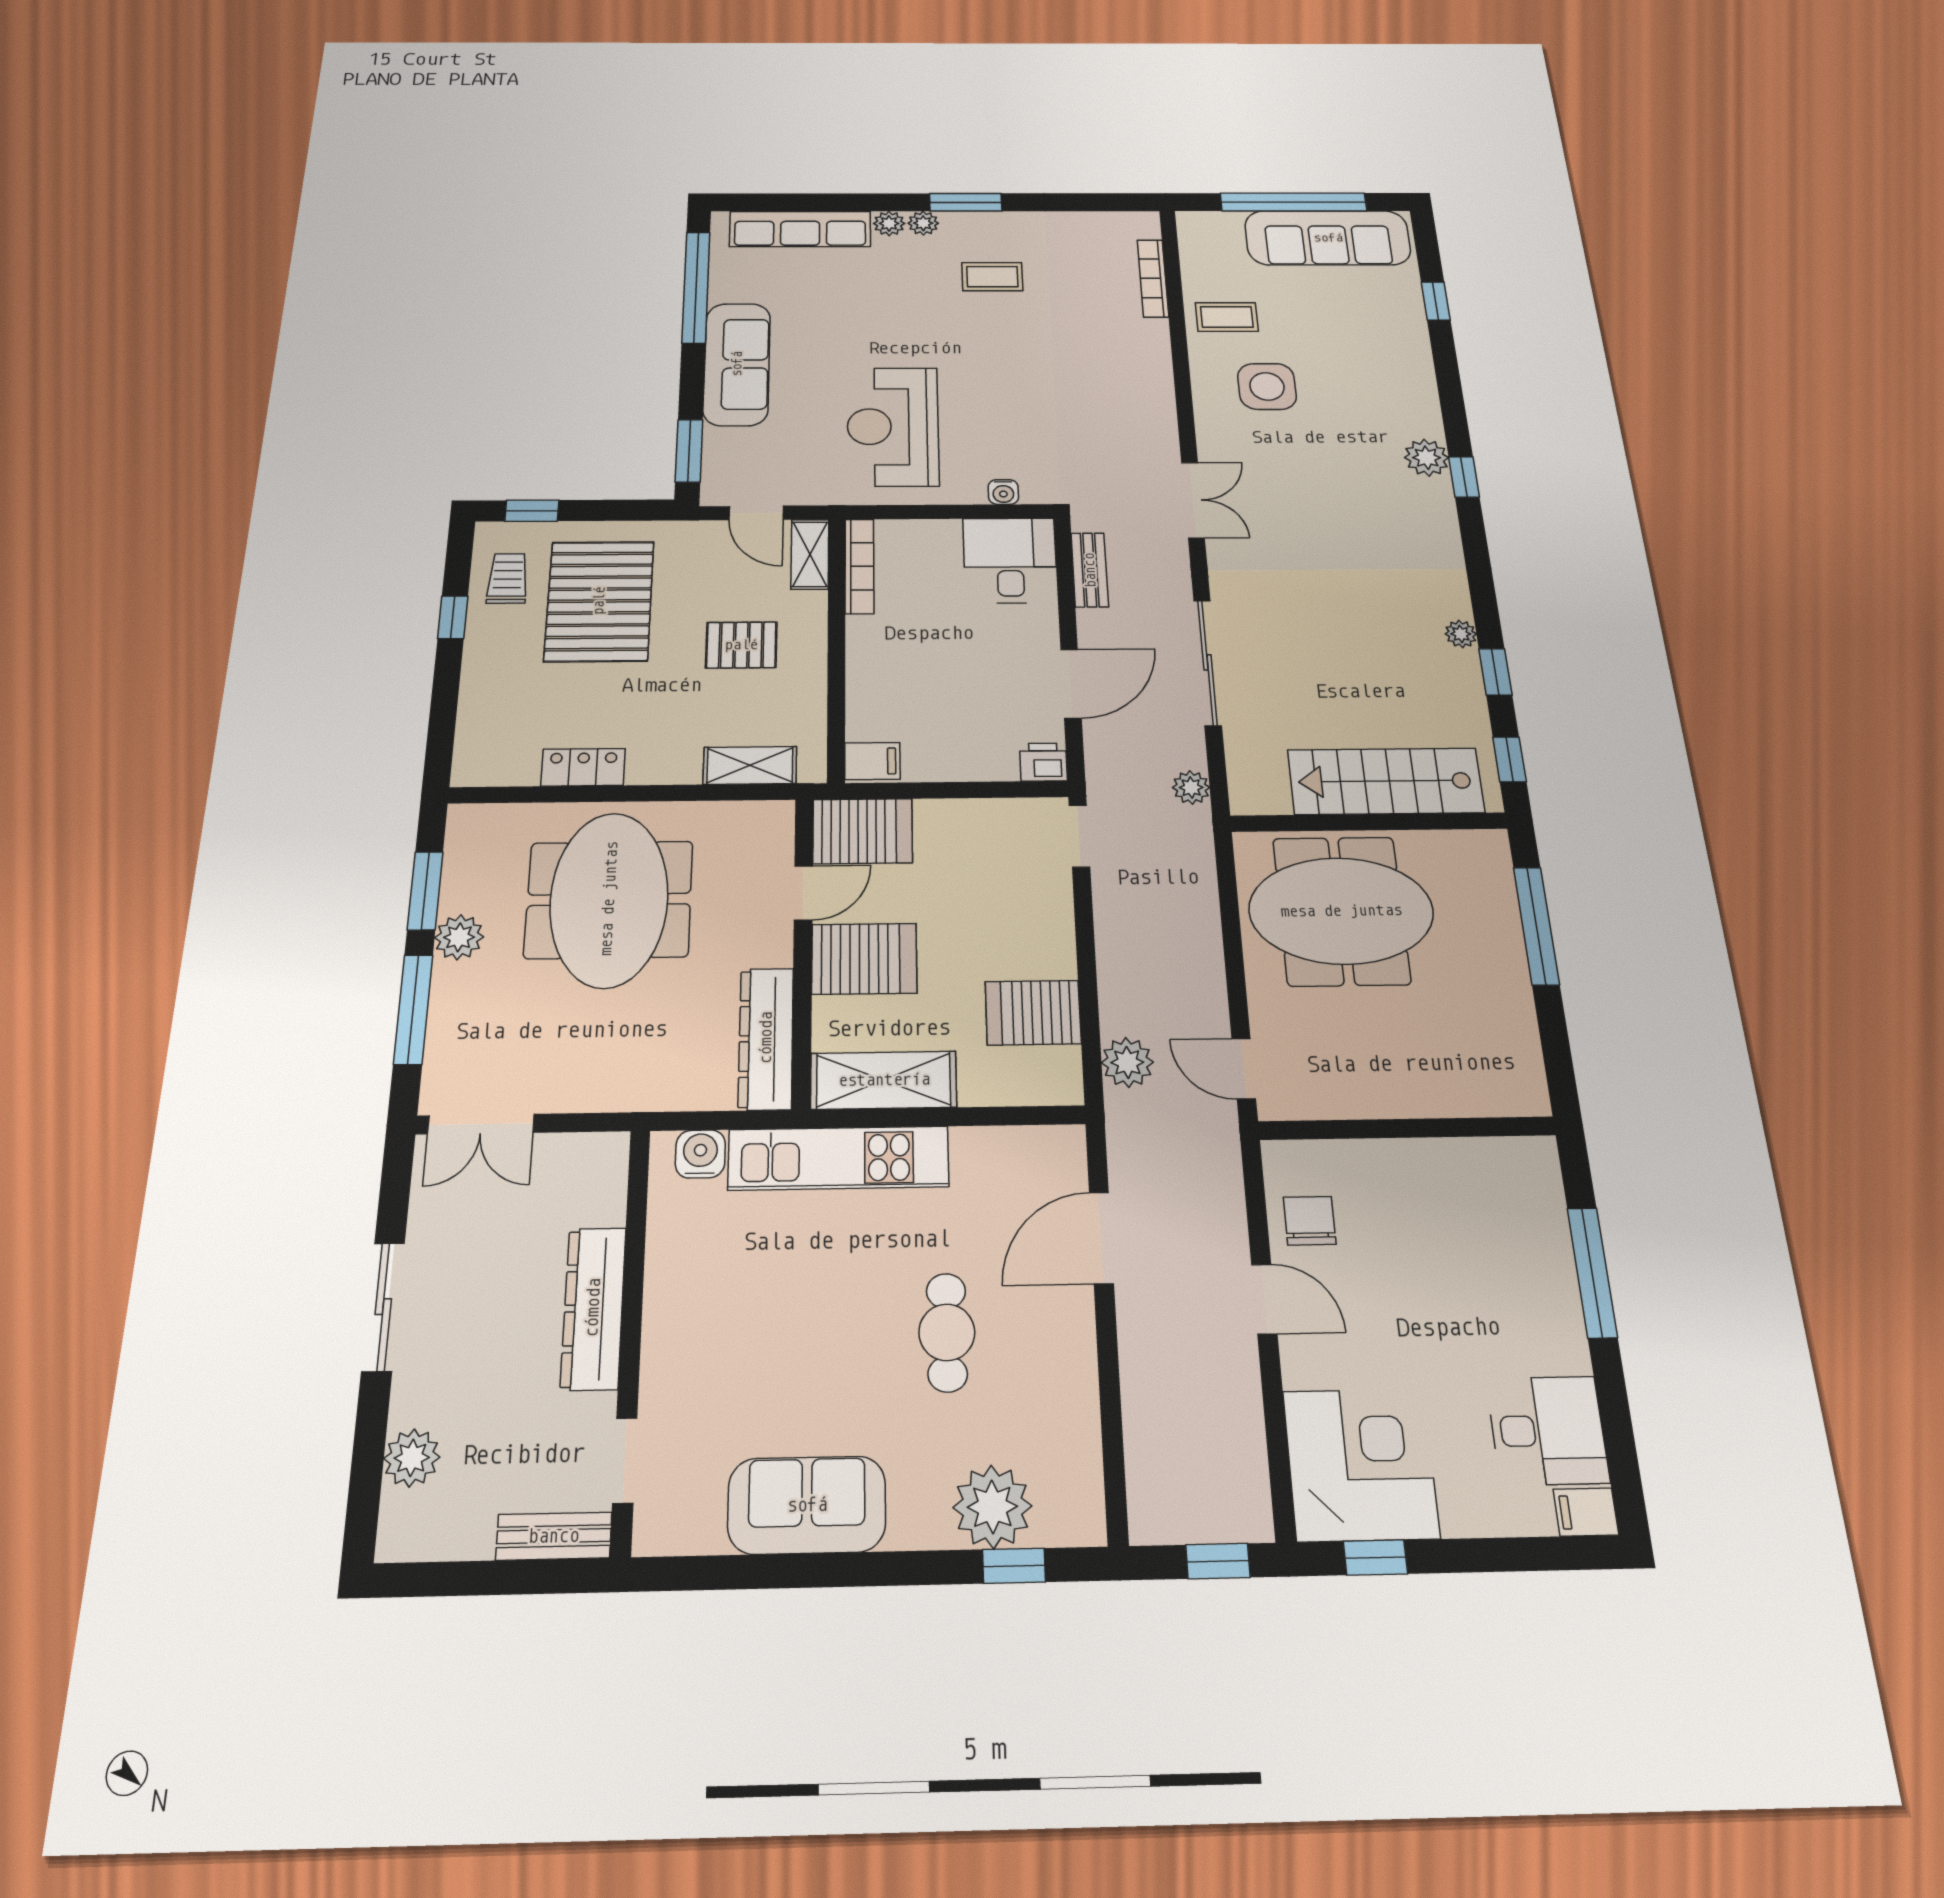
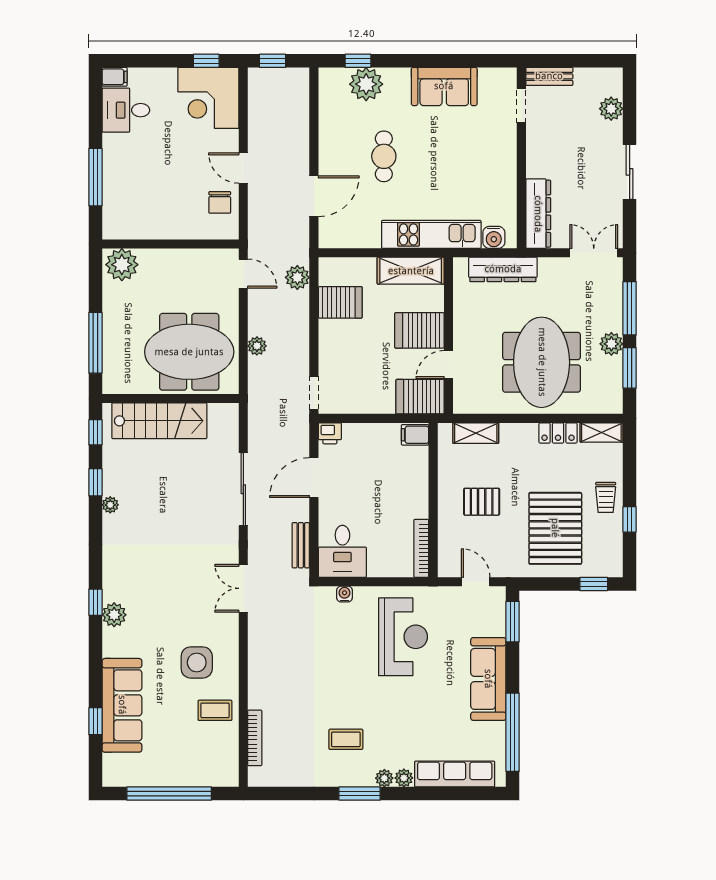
sofa: (1328, 238) -> (122, 705), moved, turned 90
shelving: (810, 554) -> (601, 432), moved, turned 90
trolley: (508, 578) -> (606, 497), moved
plant: (1191, 788) -> (257, 346), moved
dresser: (766, 1038) -> (503, 269), moved, turned 90
plant: (1505, 1083) -> (122, 265), added
dresser: (593, 1308) -> (538, 214), moved

